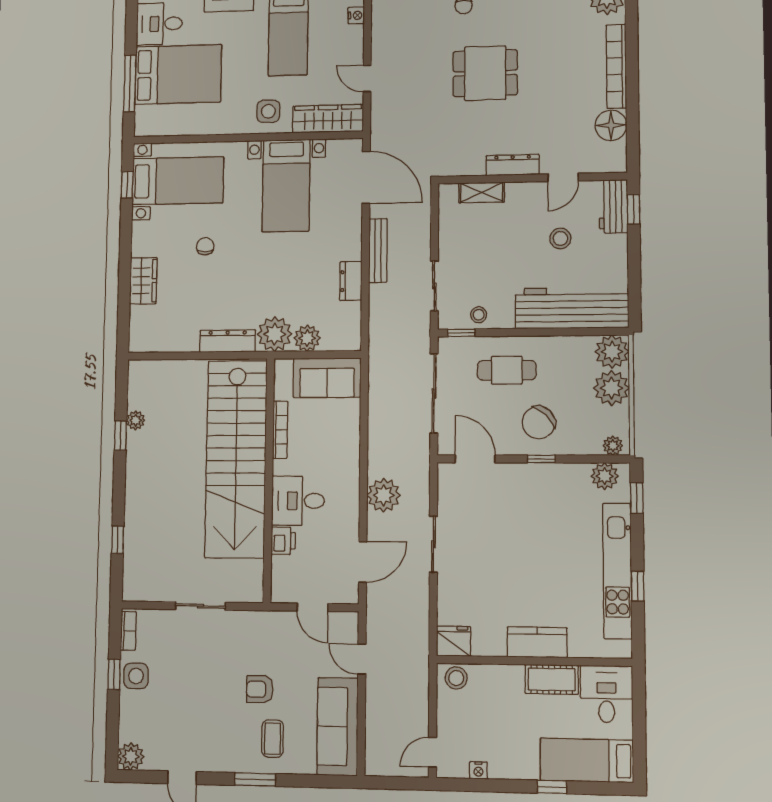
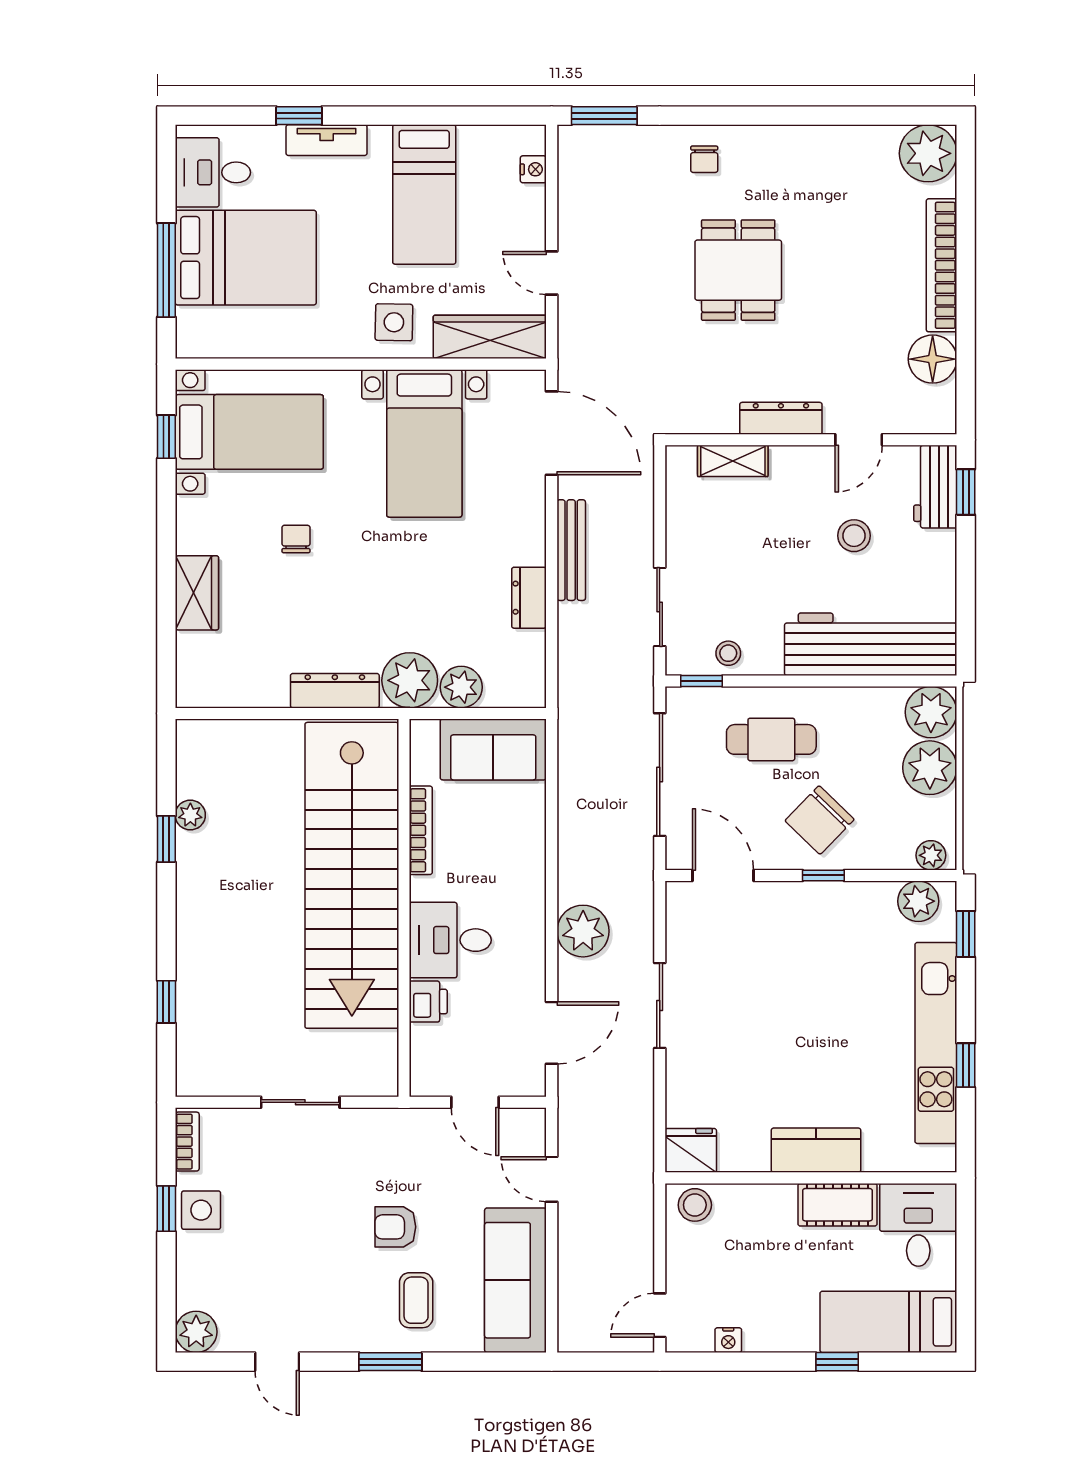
dining table: (485, 73) -> (738, 270), turned 90

